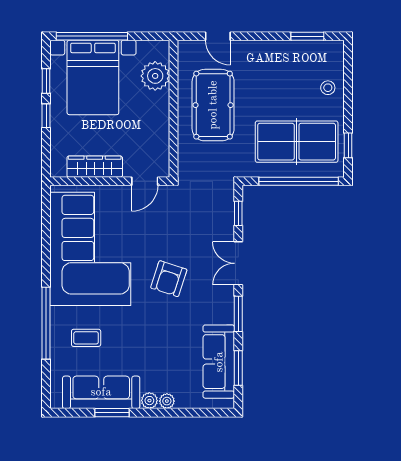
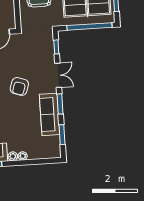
double door: (238, 263) -> (58, 75), swing flipped
sofa: (219, 362) -> (50, 114), moved

